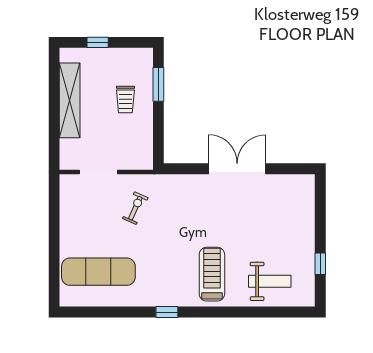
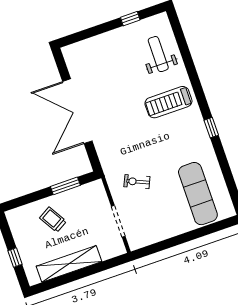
window: (158, 84) -> (65, 186), moved
trolley: (125, 100) -> (53, 220), turned -121
double door: (237, 169) -> (77, 111), width x1.36

